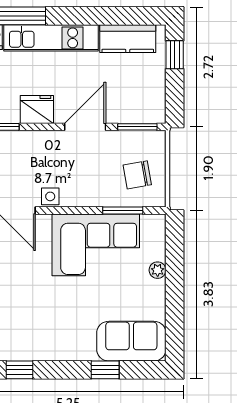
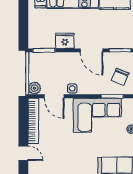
door: (85, 127) -> (91, 50), swing flipped
chair: (137, 175) -> (120, 77), turned -57

